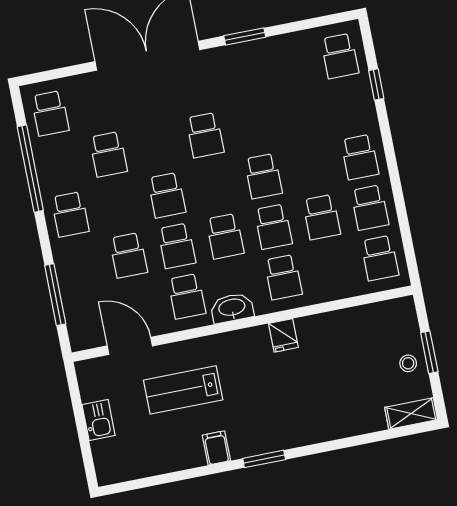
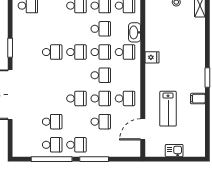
school desk: (50, 113) -> (52, 145), moved
school desk: (205, 135) -> (52, 52), moved
window: (55, 295) -> (94, 159), moved
washbasin: (232, 308) -> (135, 32), moved

